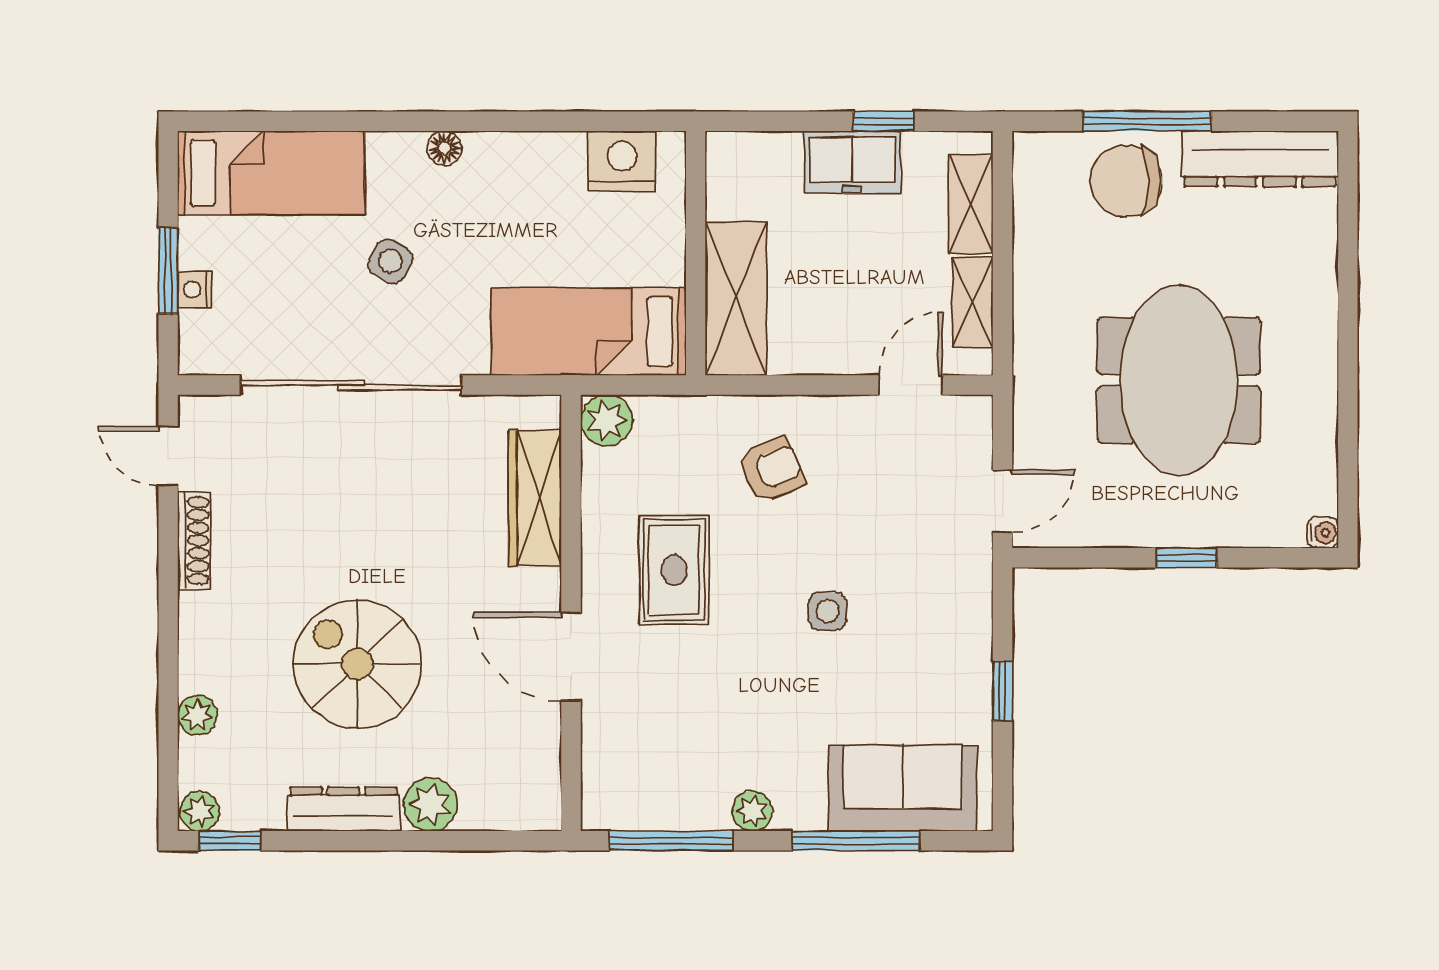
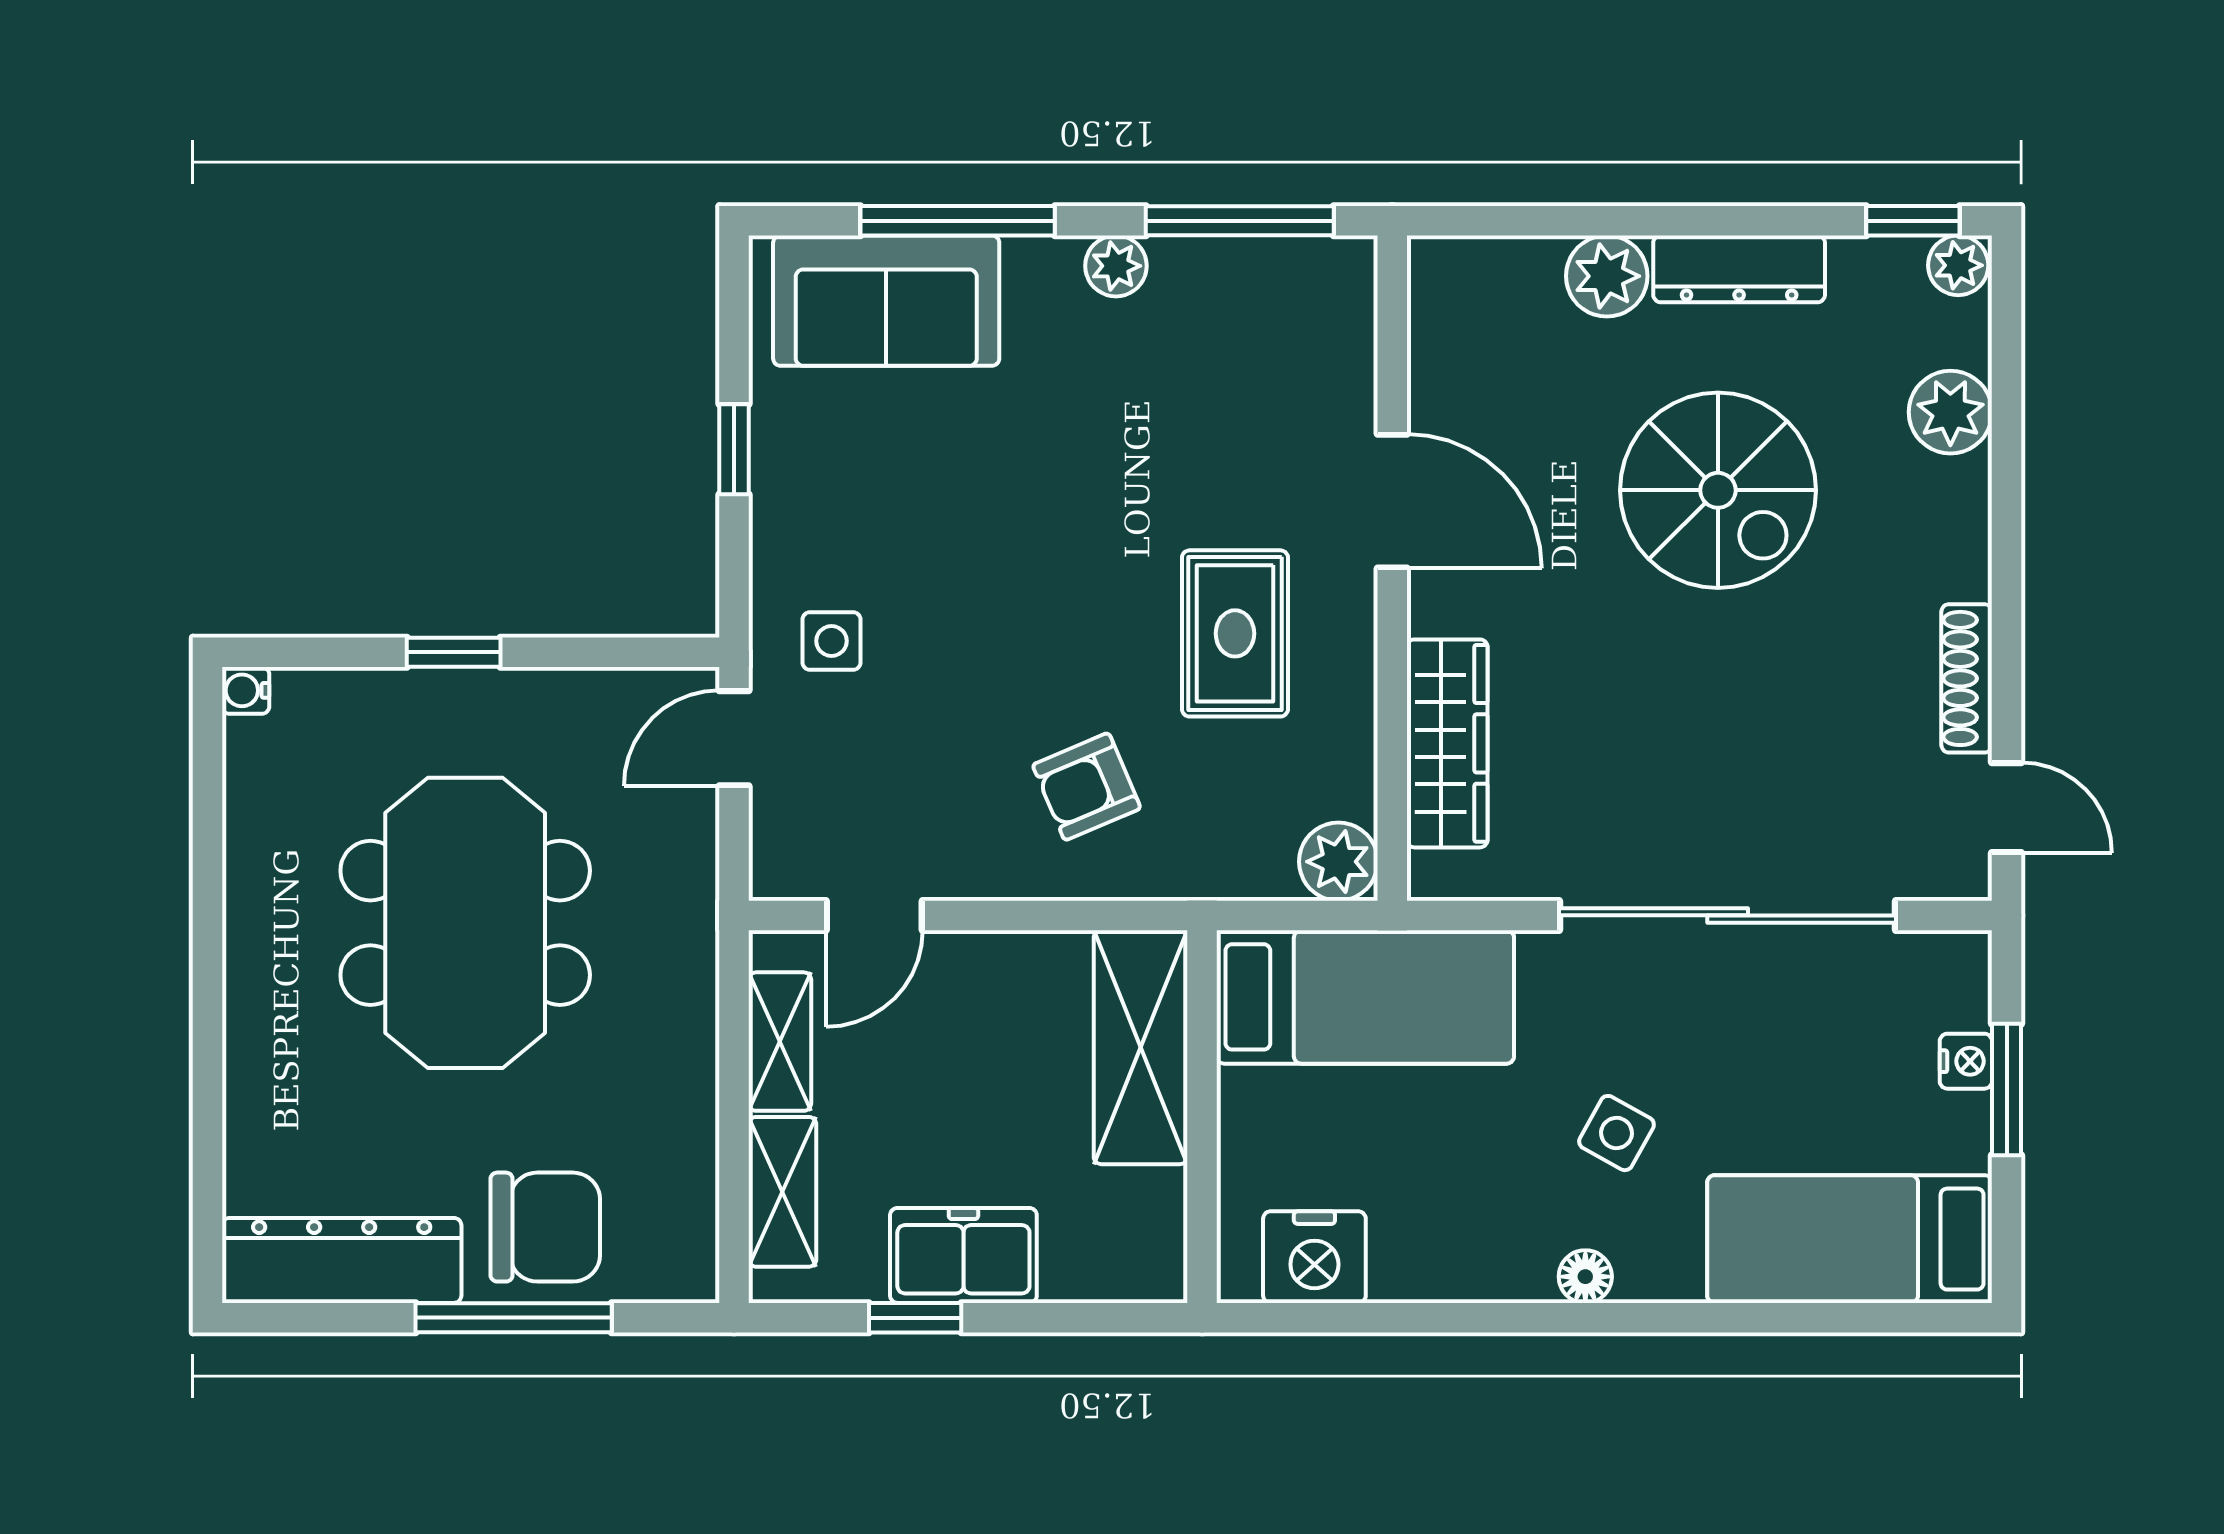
side table: (390, 261) -> (1616, 1133), moved
side table: (828, 611) -> (832, 641), moved
plant: (197, 715) -> (1950, 412), width x1.38, depth x1.38

